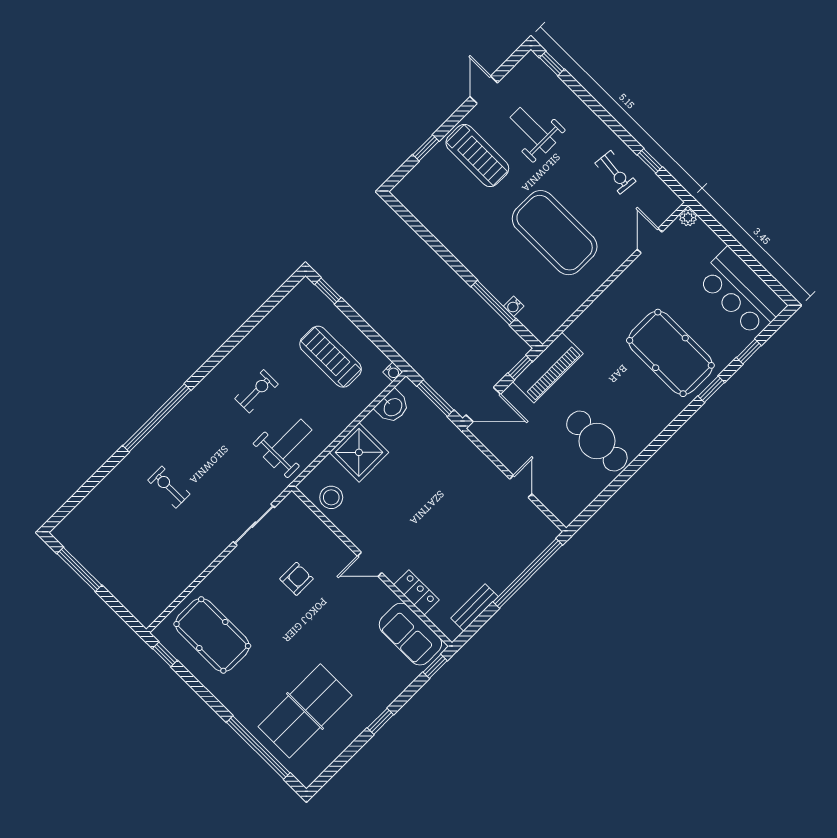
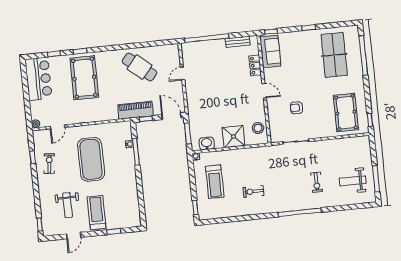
cafe table: (597, 441) -> (140, 67), turned -50
weight bench: (288, 443) -> (353, 181), moved
table tennis table: (305, 711) -> (334, 55), turned 90

